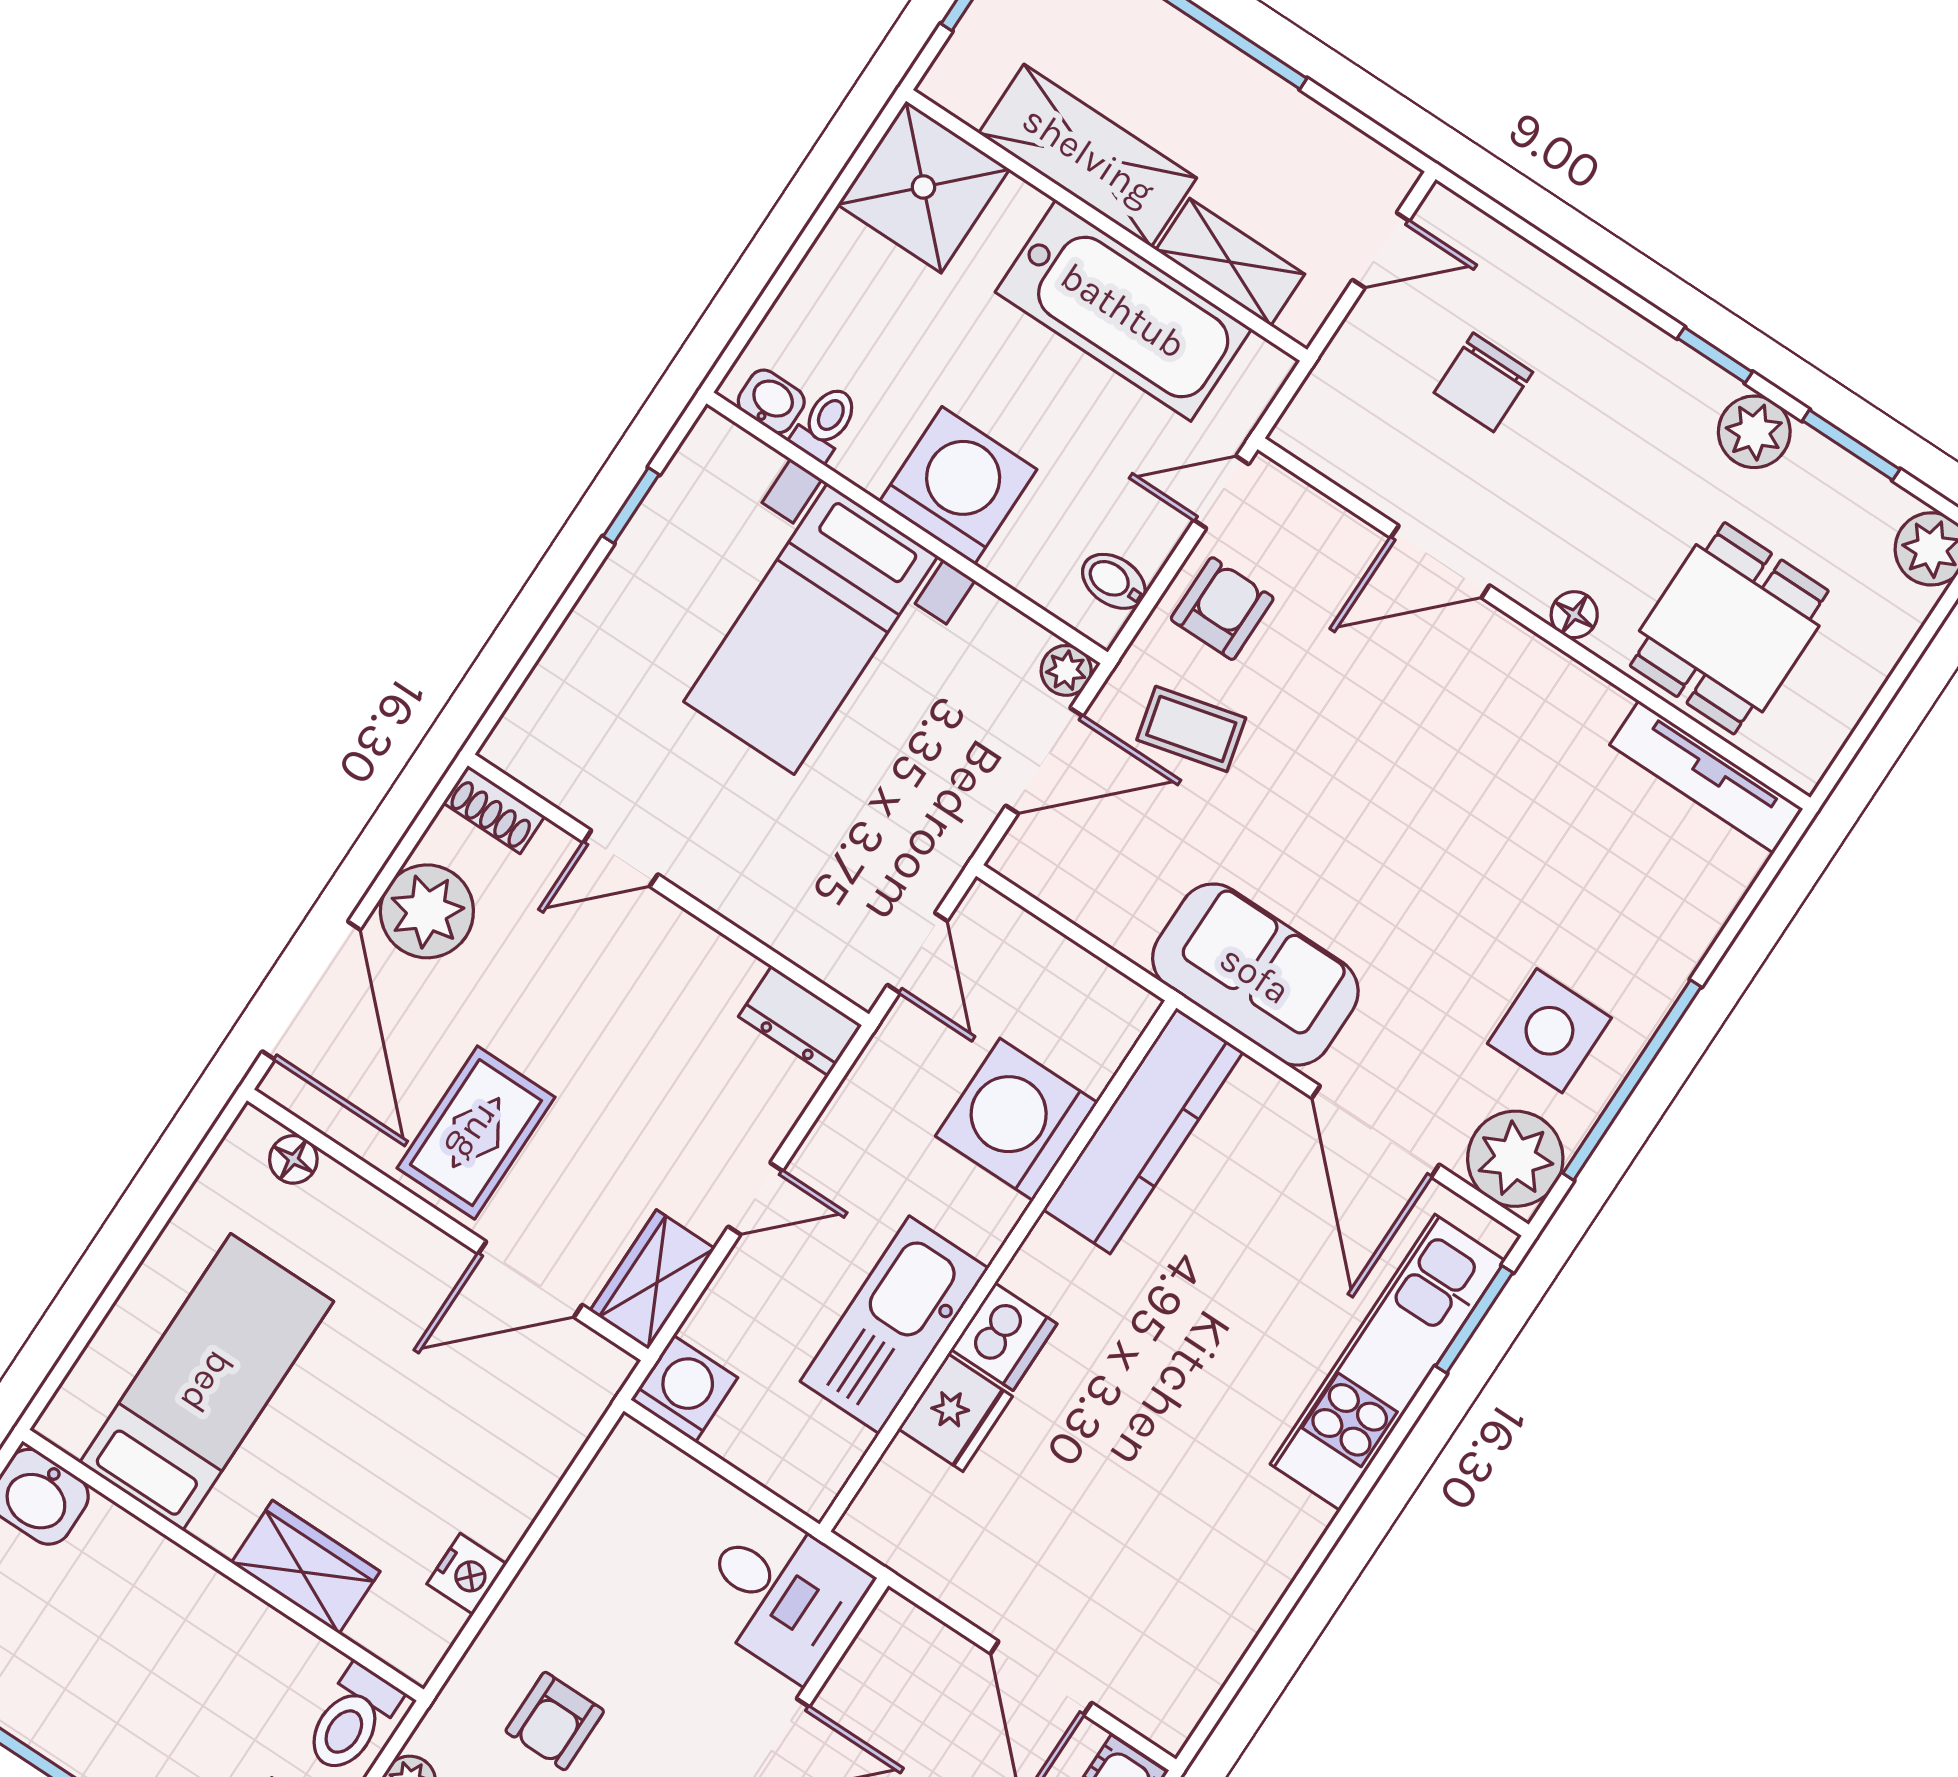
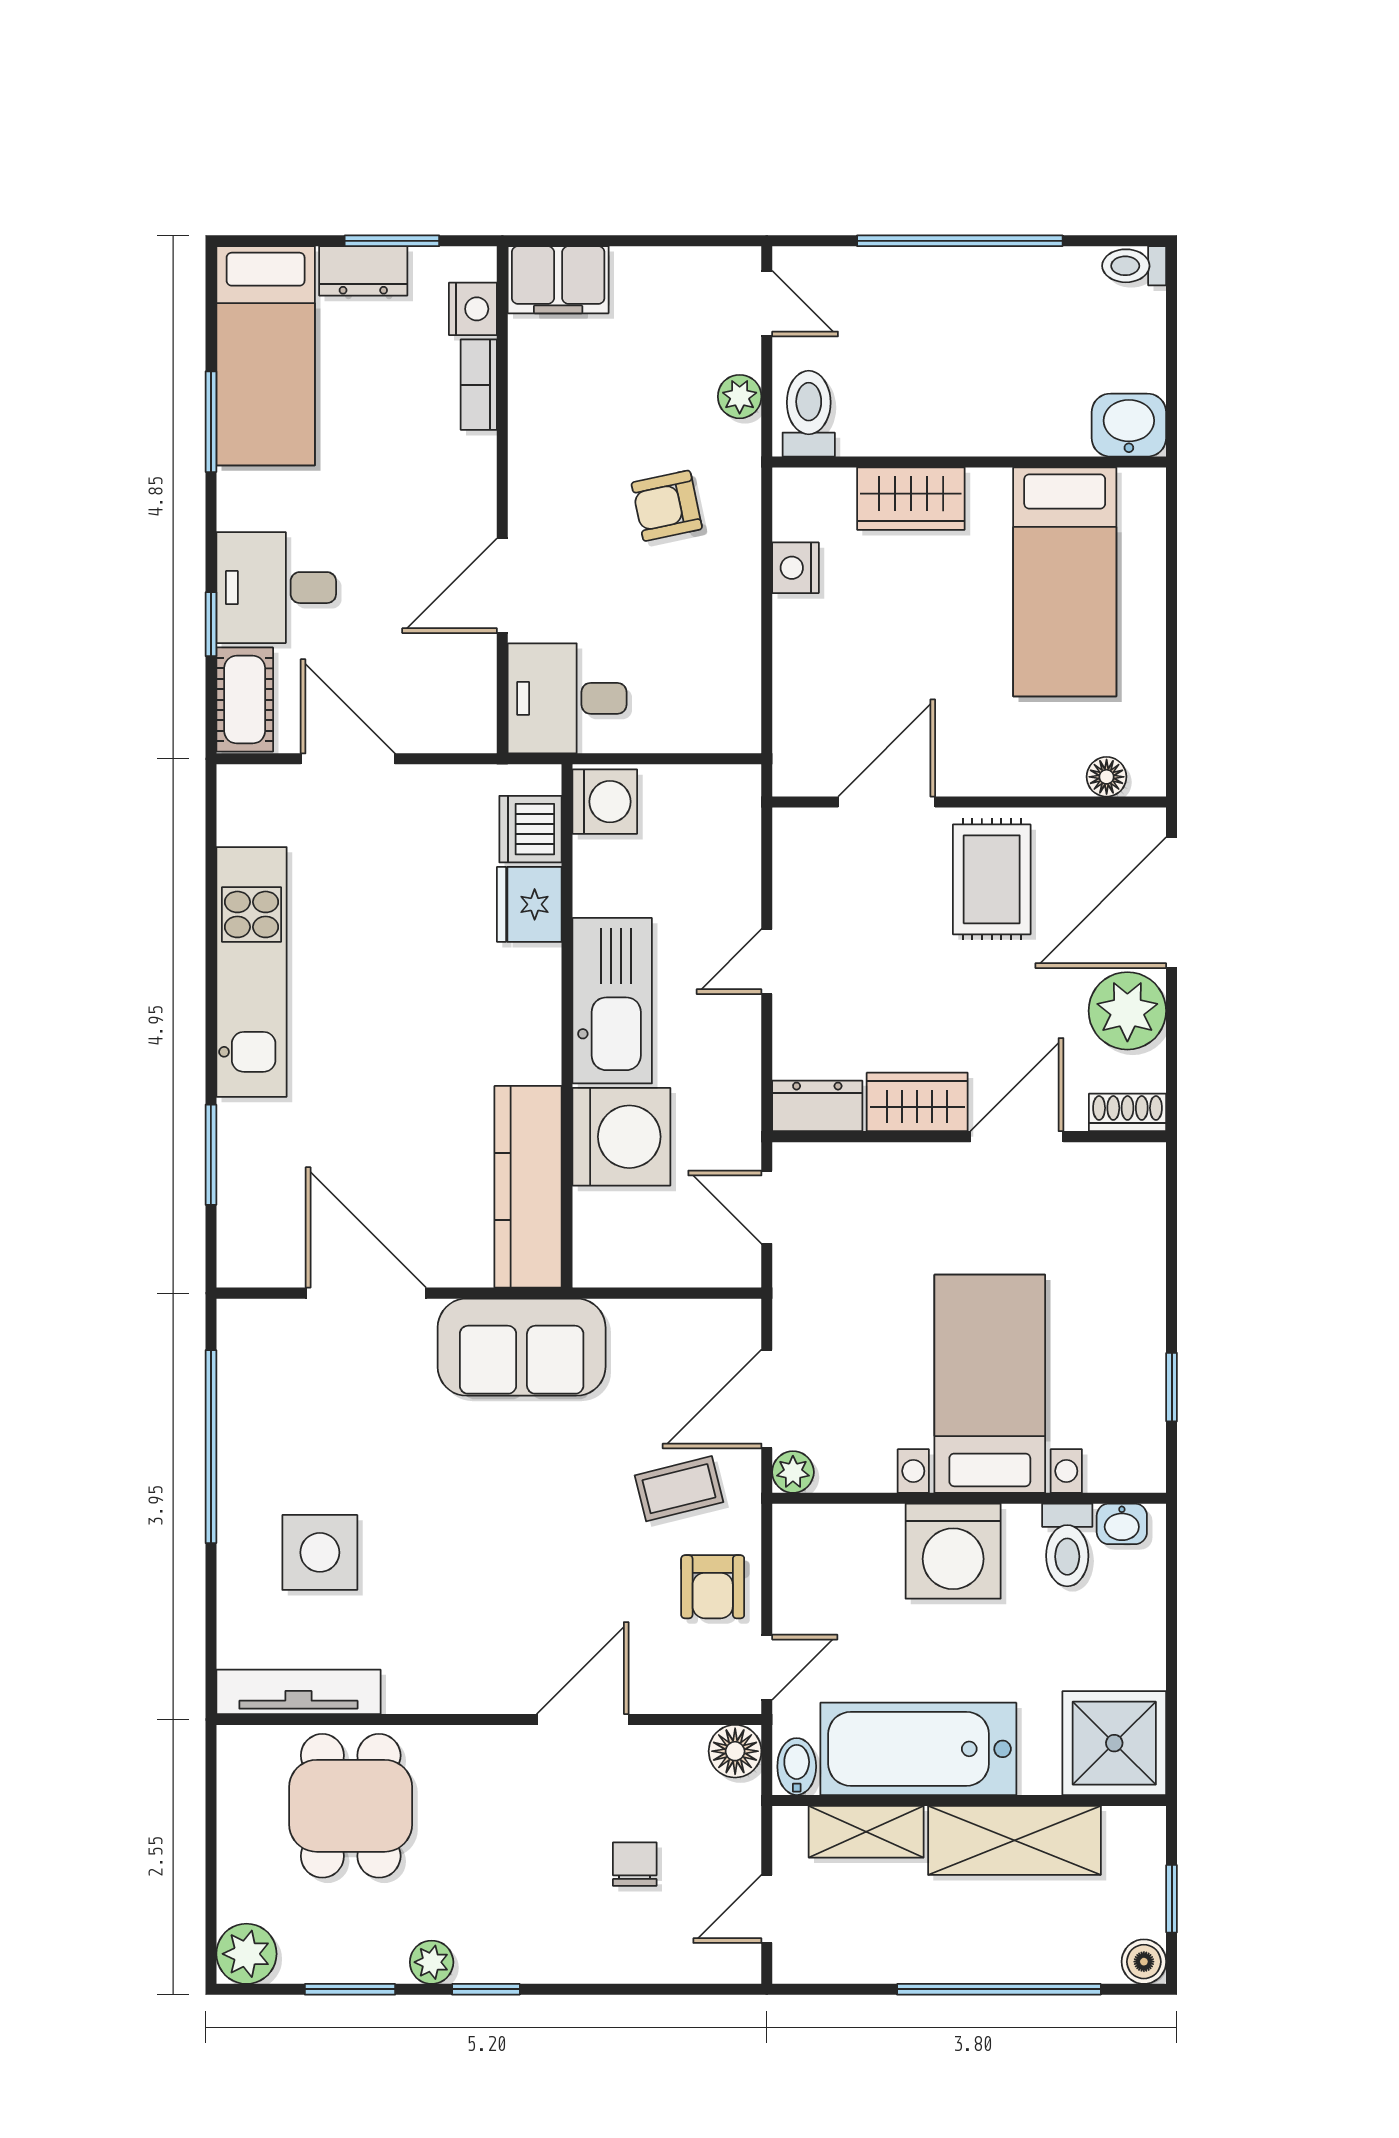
chair: (1483, 382) -> (635, 1864), width x0.73, depth x0.73
toilet: (825, 423) -> (1067, 1545), width x1.37, depth x1.39
plant: (1754, 432) -> (432, 1962), width x0.73, depth x0.73
bidet: (1114, 581) -> (797, 1767), moved, turned -90
floor lamp: (1574, 615) -> (735, 1751), moved, width x1.37, depth x1.37
door: (621, 858) -> (1017, 1137), width x1.38
door: (311, 991) -> (1172, 903), hinge flipped
side table: (1549, 1031) -> (320, 1552), moved
plant: (1515, 1159) -> (256, 1338), removed
wardrobe: (652, 1280) -> (917, 1102), moved, turned -90
window: (1474, 1319) -> (211, 1155), moved
kitchen sink: (894, 1325) -> (612, 1001), moved
dishwasher: (1004, 1337) -> (531, 829), moved
kitchen unit: (1388, 1362) -> (252, 972), moved
washing machine: (684, 1389) -> (605, 802), moved, turned -90
armchair: (555, 1721) -> (667, 506), turned -102

